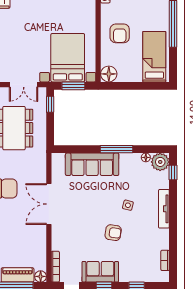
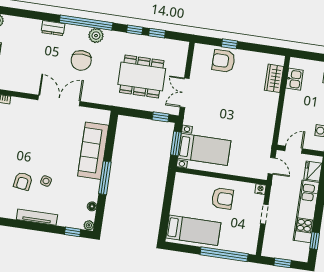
armchair: (120, 33) -> (222, 199), turned 180
bed with nightstands: (68, 58) -> (204, 149), width x0.73
floor lamp: (109, 74) -> (183, 181), removed
plant: (160, 162) -> (89, 225), width x0.53, depth x0.53
armchair: (113, 233) -> (23, 181), moved

